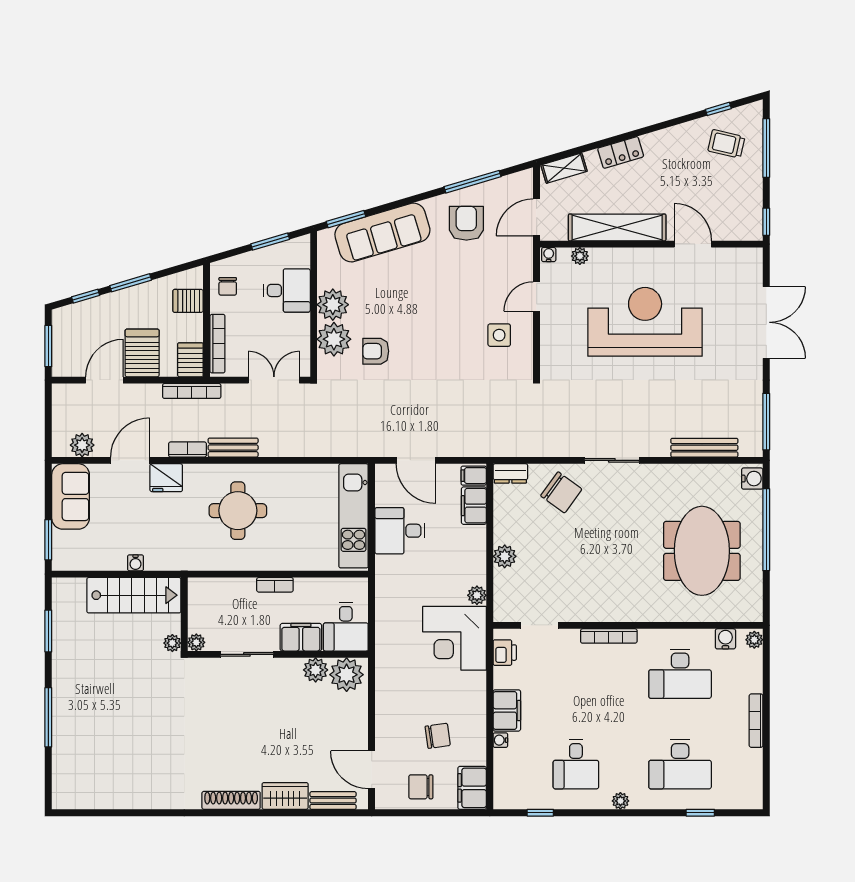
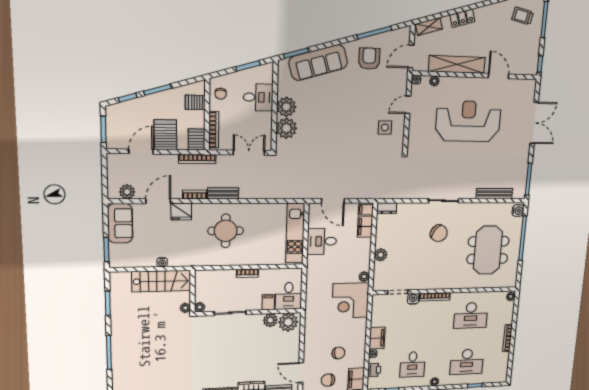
armchair: (376, 351) -> (312, 136), removed
chair: (561, 492) -> (439, 233), moved
filing cabinet: (301, 637) -> (268, 302), width x0.50
water cooler: (725, 639) -> (413, 299), moved
printer: (505, 653) -> (374, 370), moved

